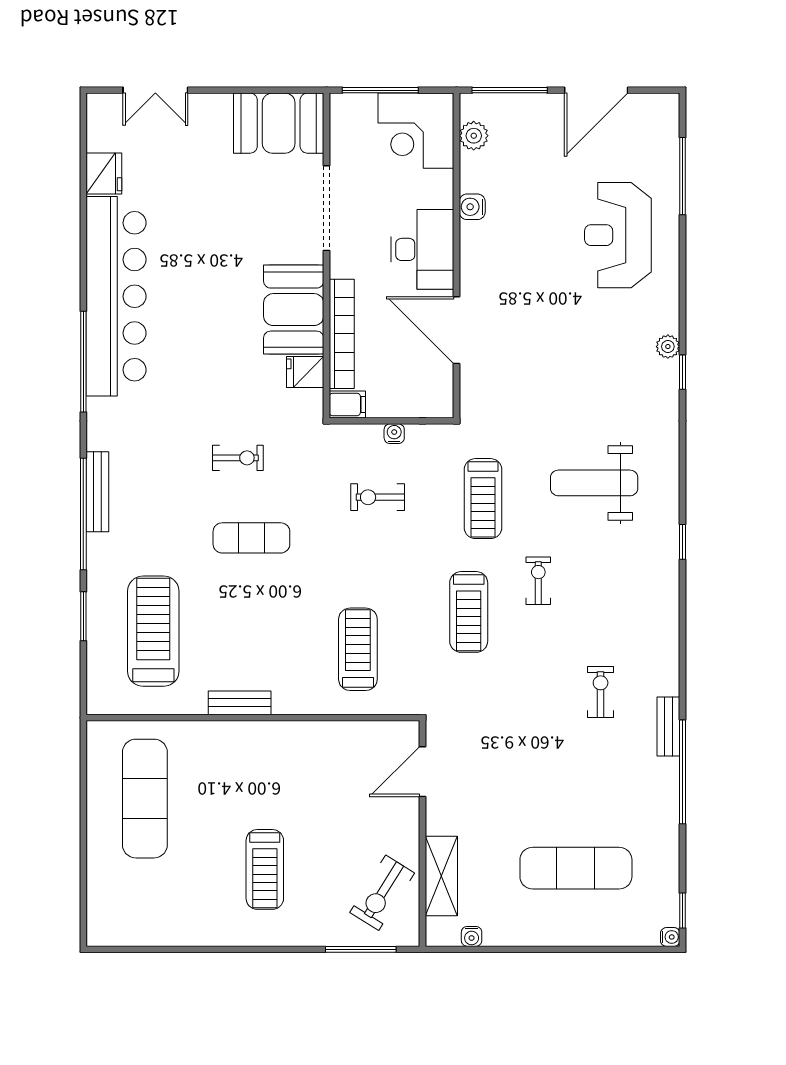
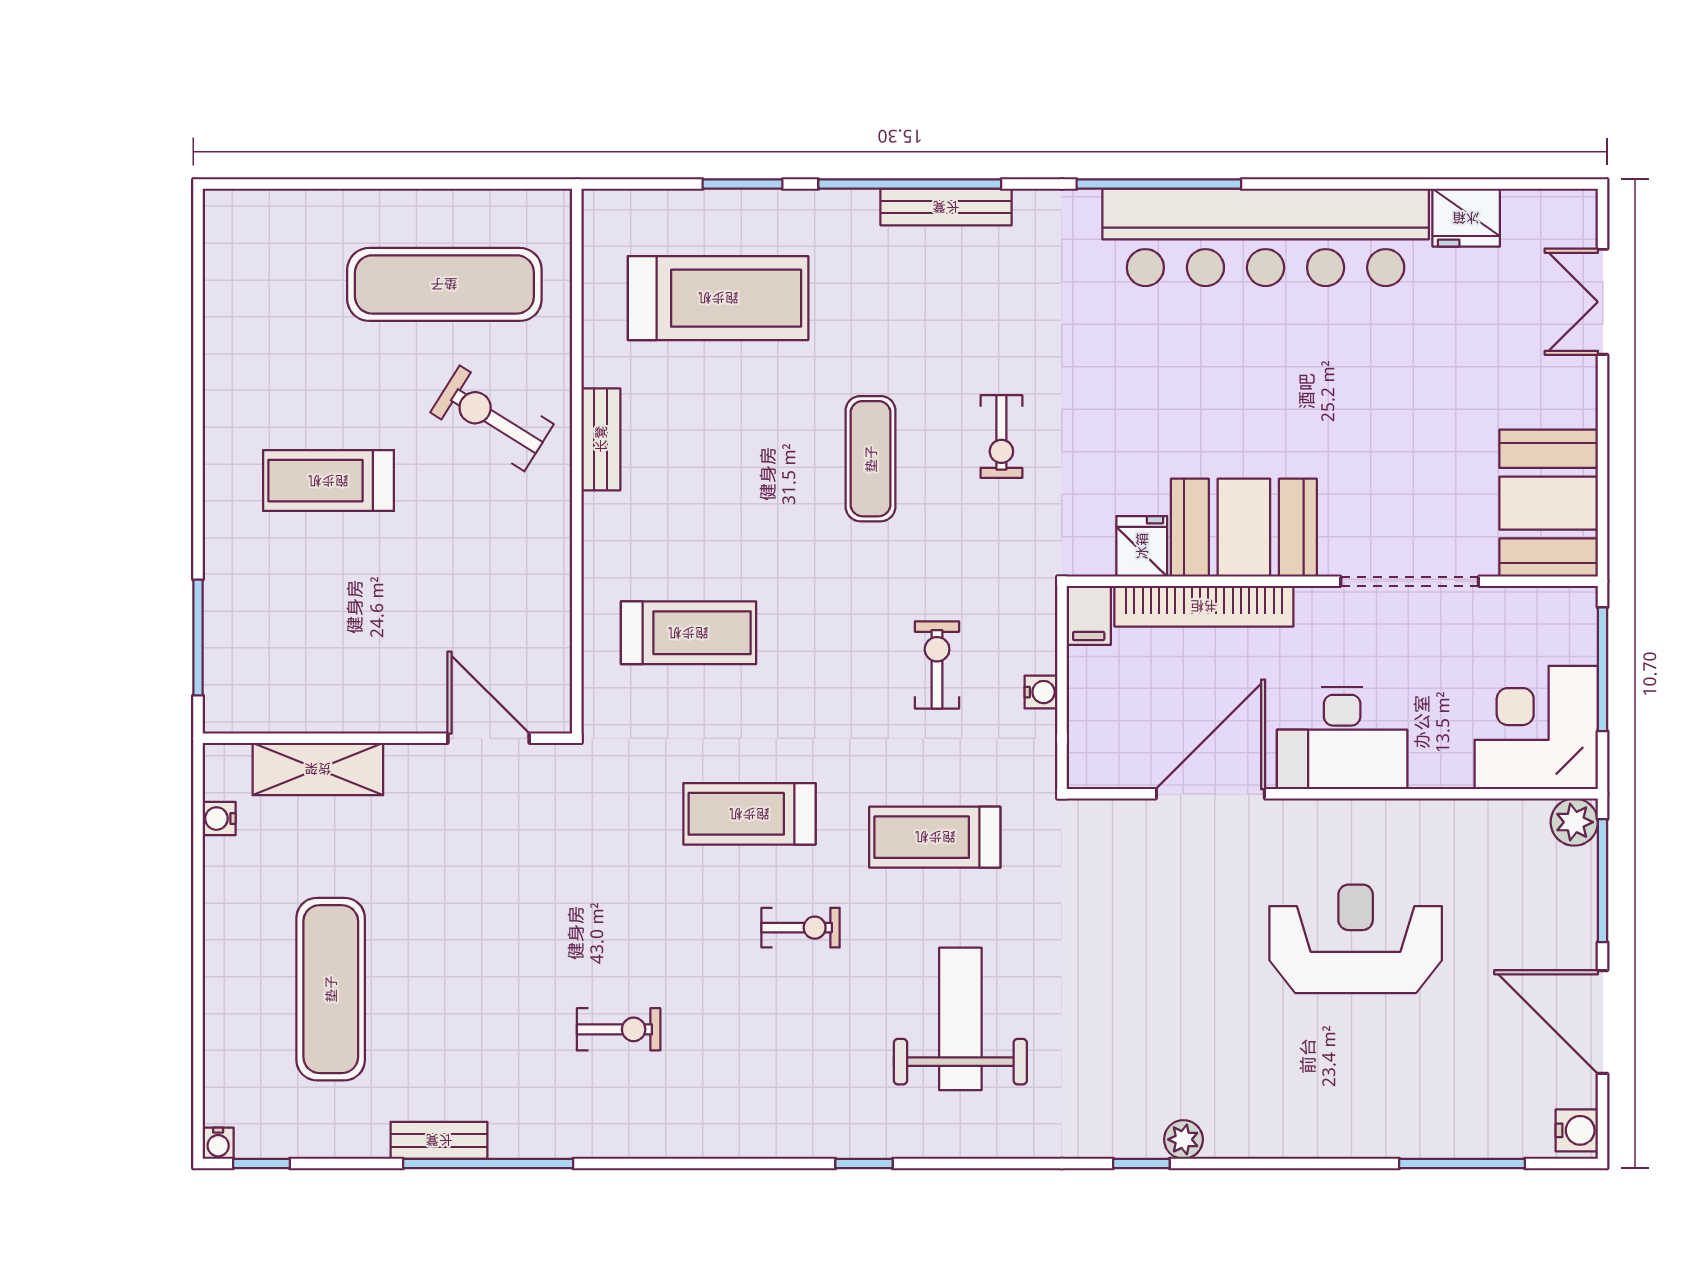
plant: (474, 136) -> (1574, 822), moved
water cooler: (472, 207) -> (1577, 1130), moved, turned 90
reception desk: (618, 235) -> (1356, 939), moved
bench: (668, 726) -> (439, 1140), moved
exercise bike: (382, 893) -> (492, 418), moved

